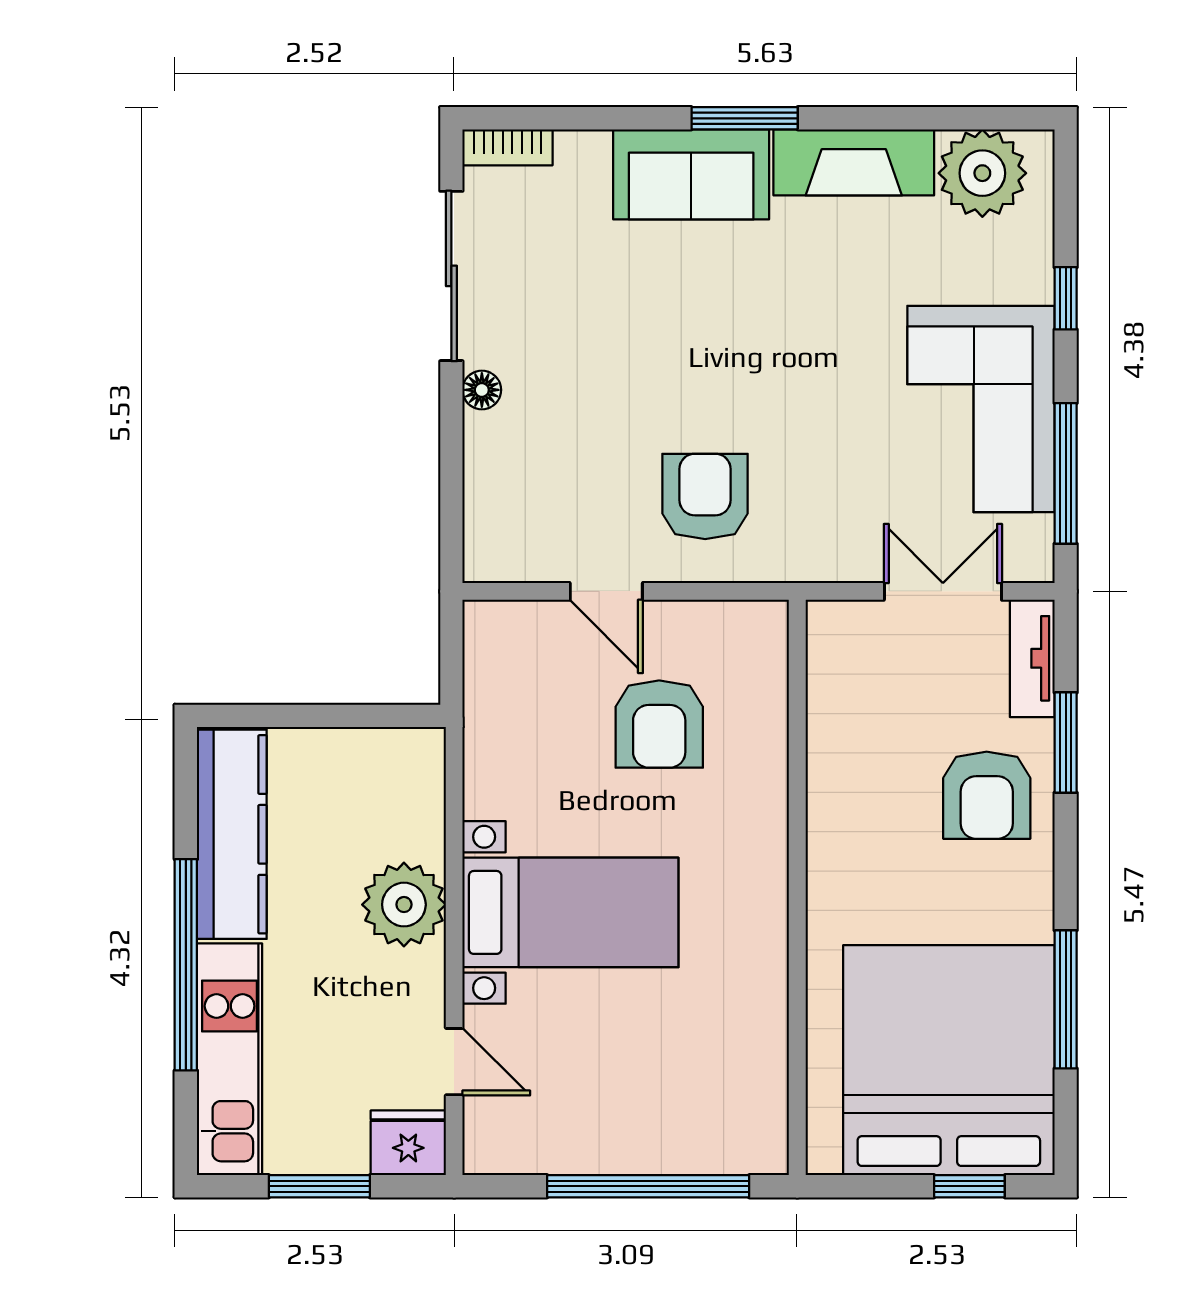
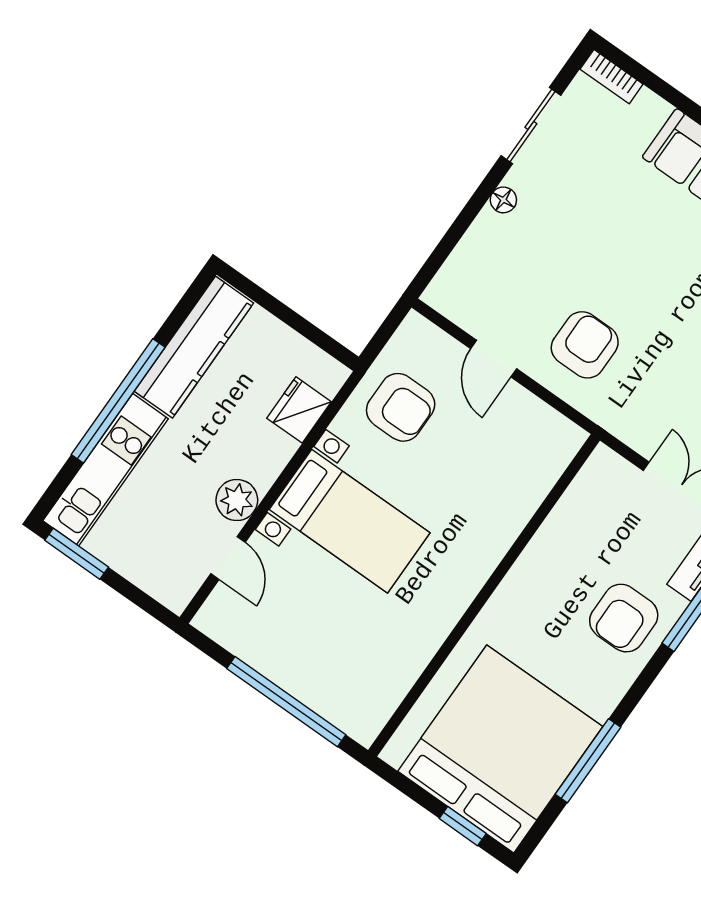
sliding door: (451, 276) -> (531, 126), width x0.73
armchair: (659, 724) -> (401, 407), moved, turned -90
plant: (404, 905) -> (237, 500), moved, width x0.73, depth x0.73
fridge: (408, 1143) -> (299, 410), moved, turned -90
window: (319, 1186) -> (77, 554), moved

